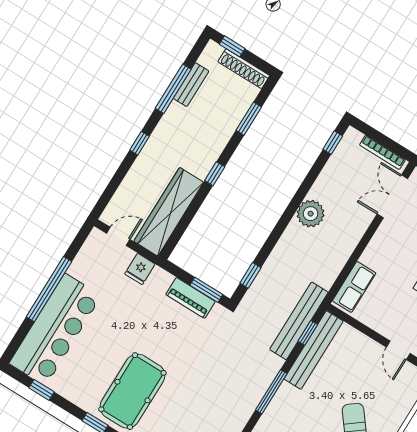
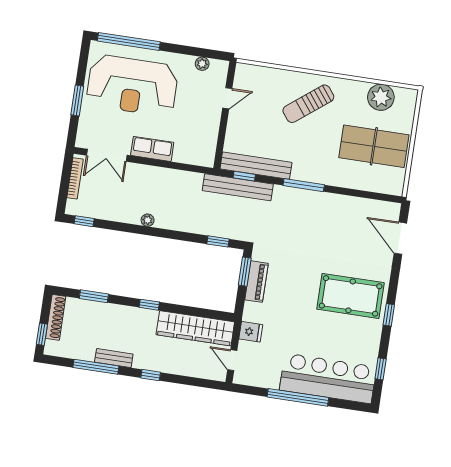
bench: (191, 85) -> (114, 358), moved
plant: (311, 214) -> (148, 220), width x0.53, depth x0.53
row of seats: (354, 287) -> (152, 149), moved

